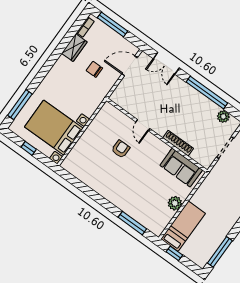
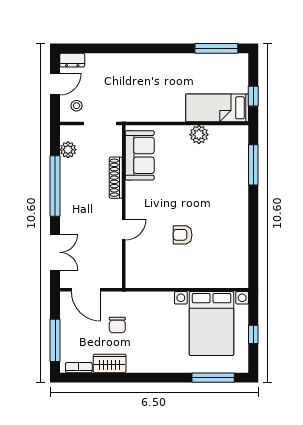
door: (143, 125) -> (124, 229), moved
wall: (157, 135) -> (124, 207), moved
shoe rack: (178, 143) -> (116, 178), moved
sofa: (181, 168) -> (140, 155), moved

